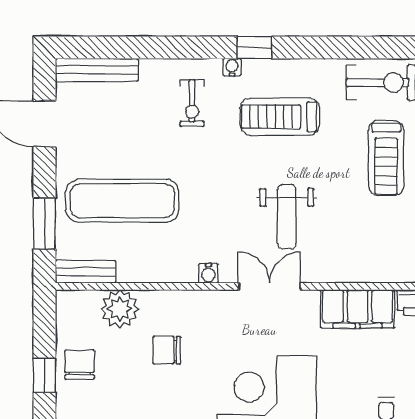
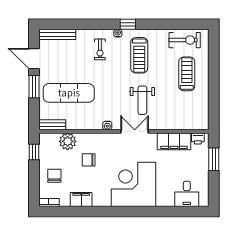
treadmill: (280, 117) -> (139, 55), turned -90
treadmill: (386, 158) -> (187, 74), turned 180
window: (44, 223) -> (34, 87), moved
chair: (80, 365) -> (54, 176), moved
window: (44, 375) -> (34, 152), moved

